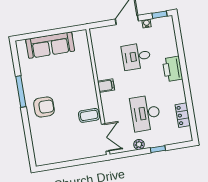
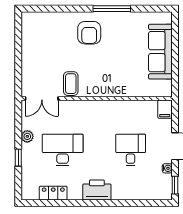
printer: (172, 69) -> (97, 190), moved
filing cabinet: (106, 86) -> (165, 109), moved

